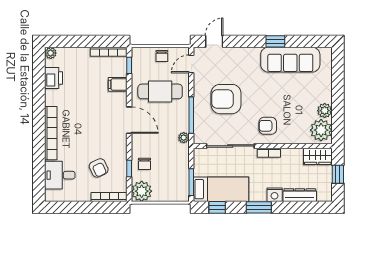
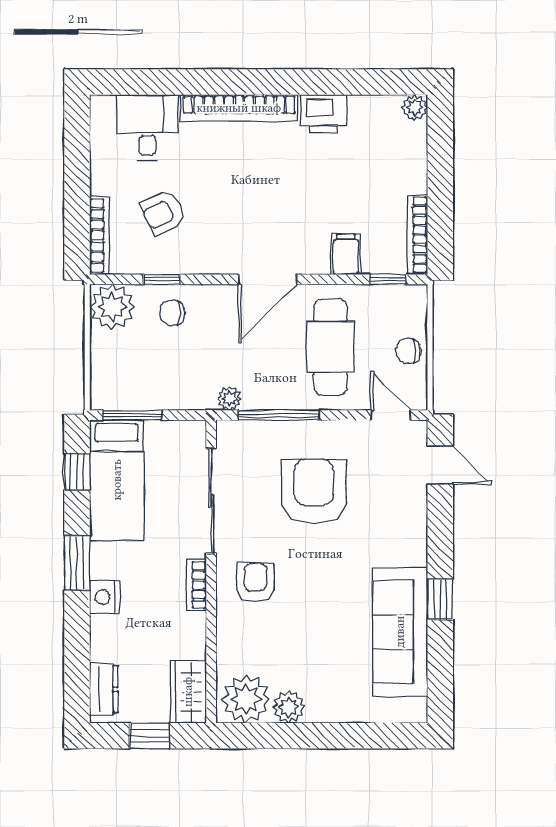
printer: (53, 78) -> (324, 114), moved
dresser: (300, 195) -> (104, 689), moved, width x0.70

